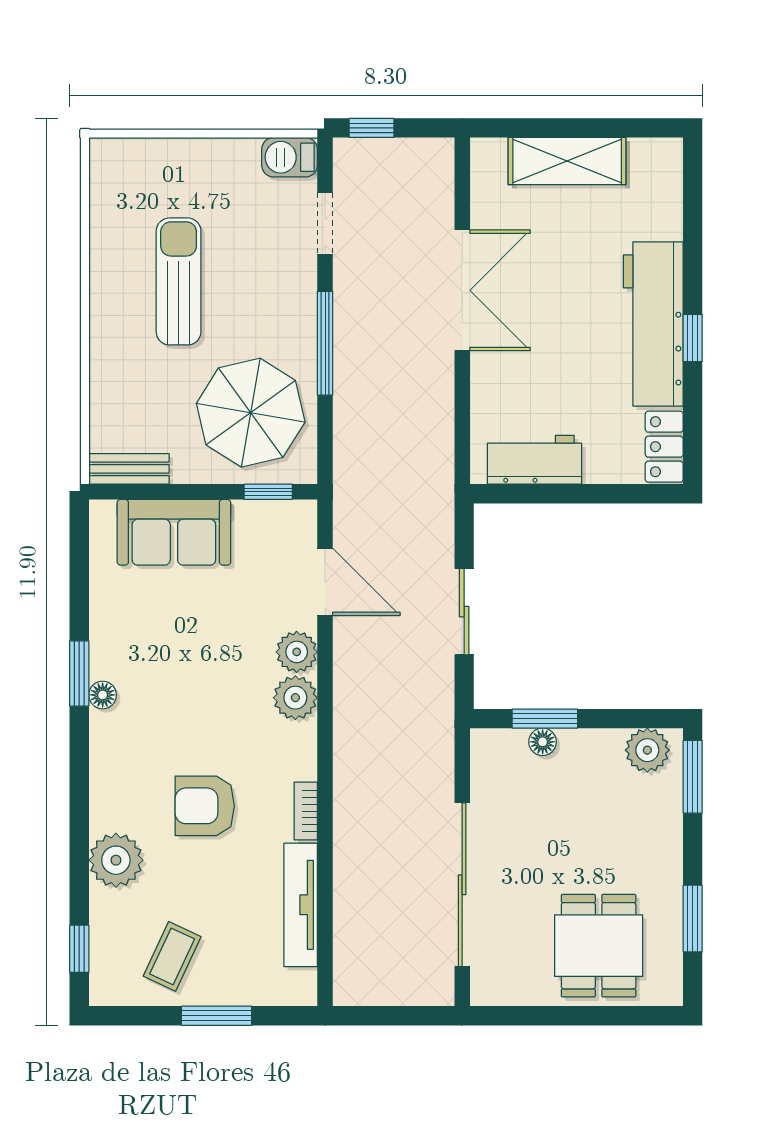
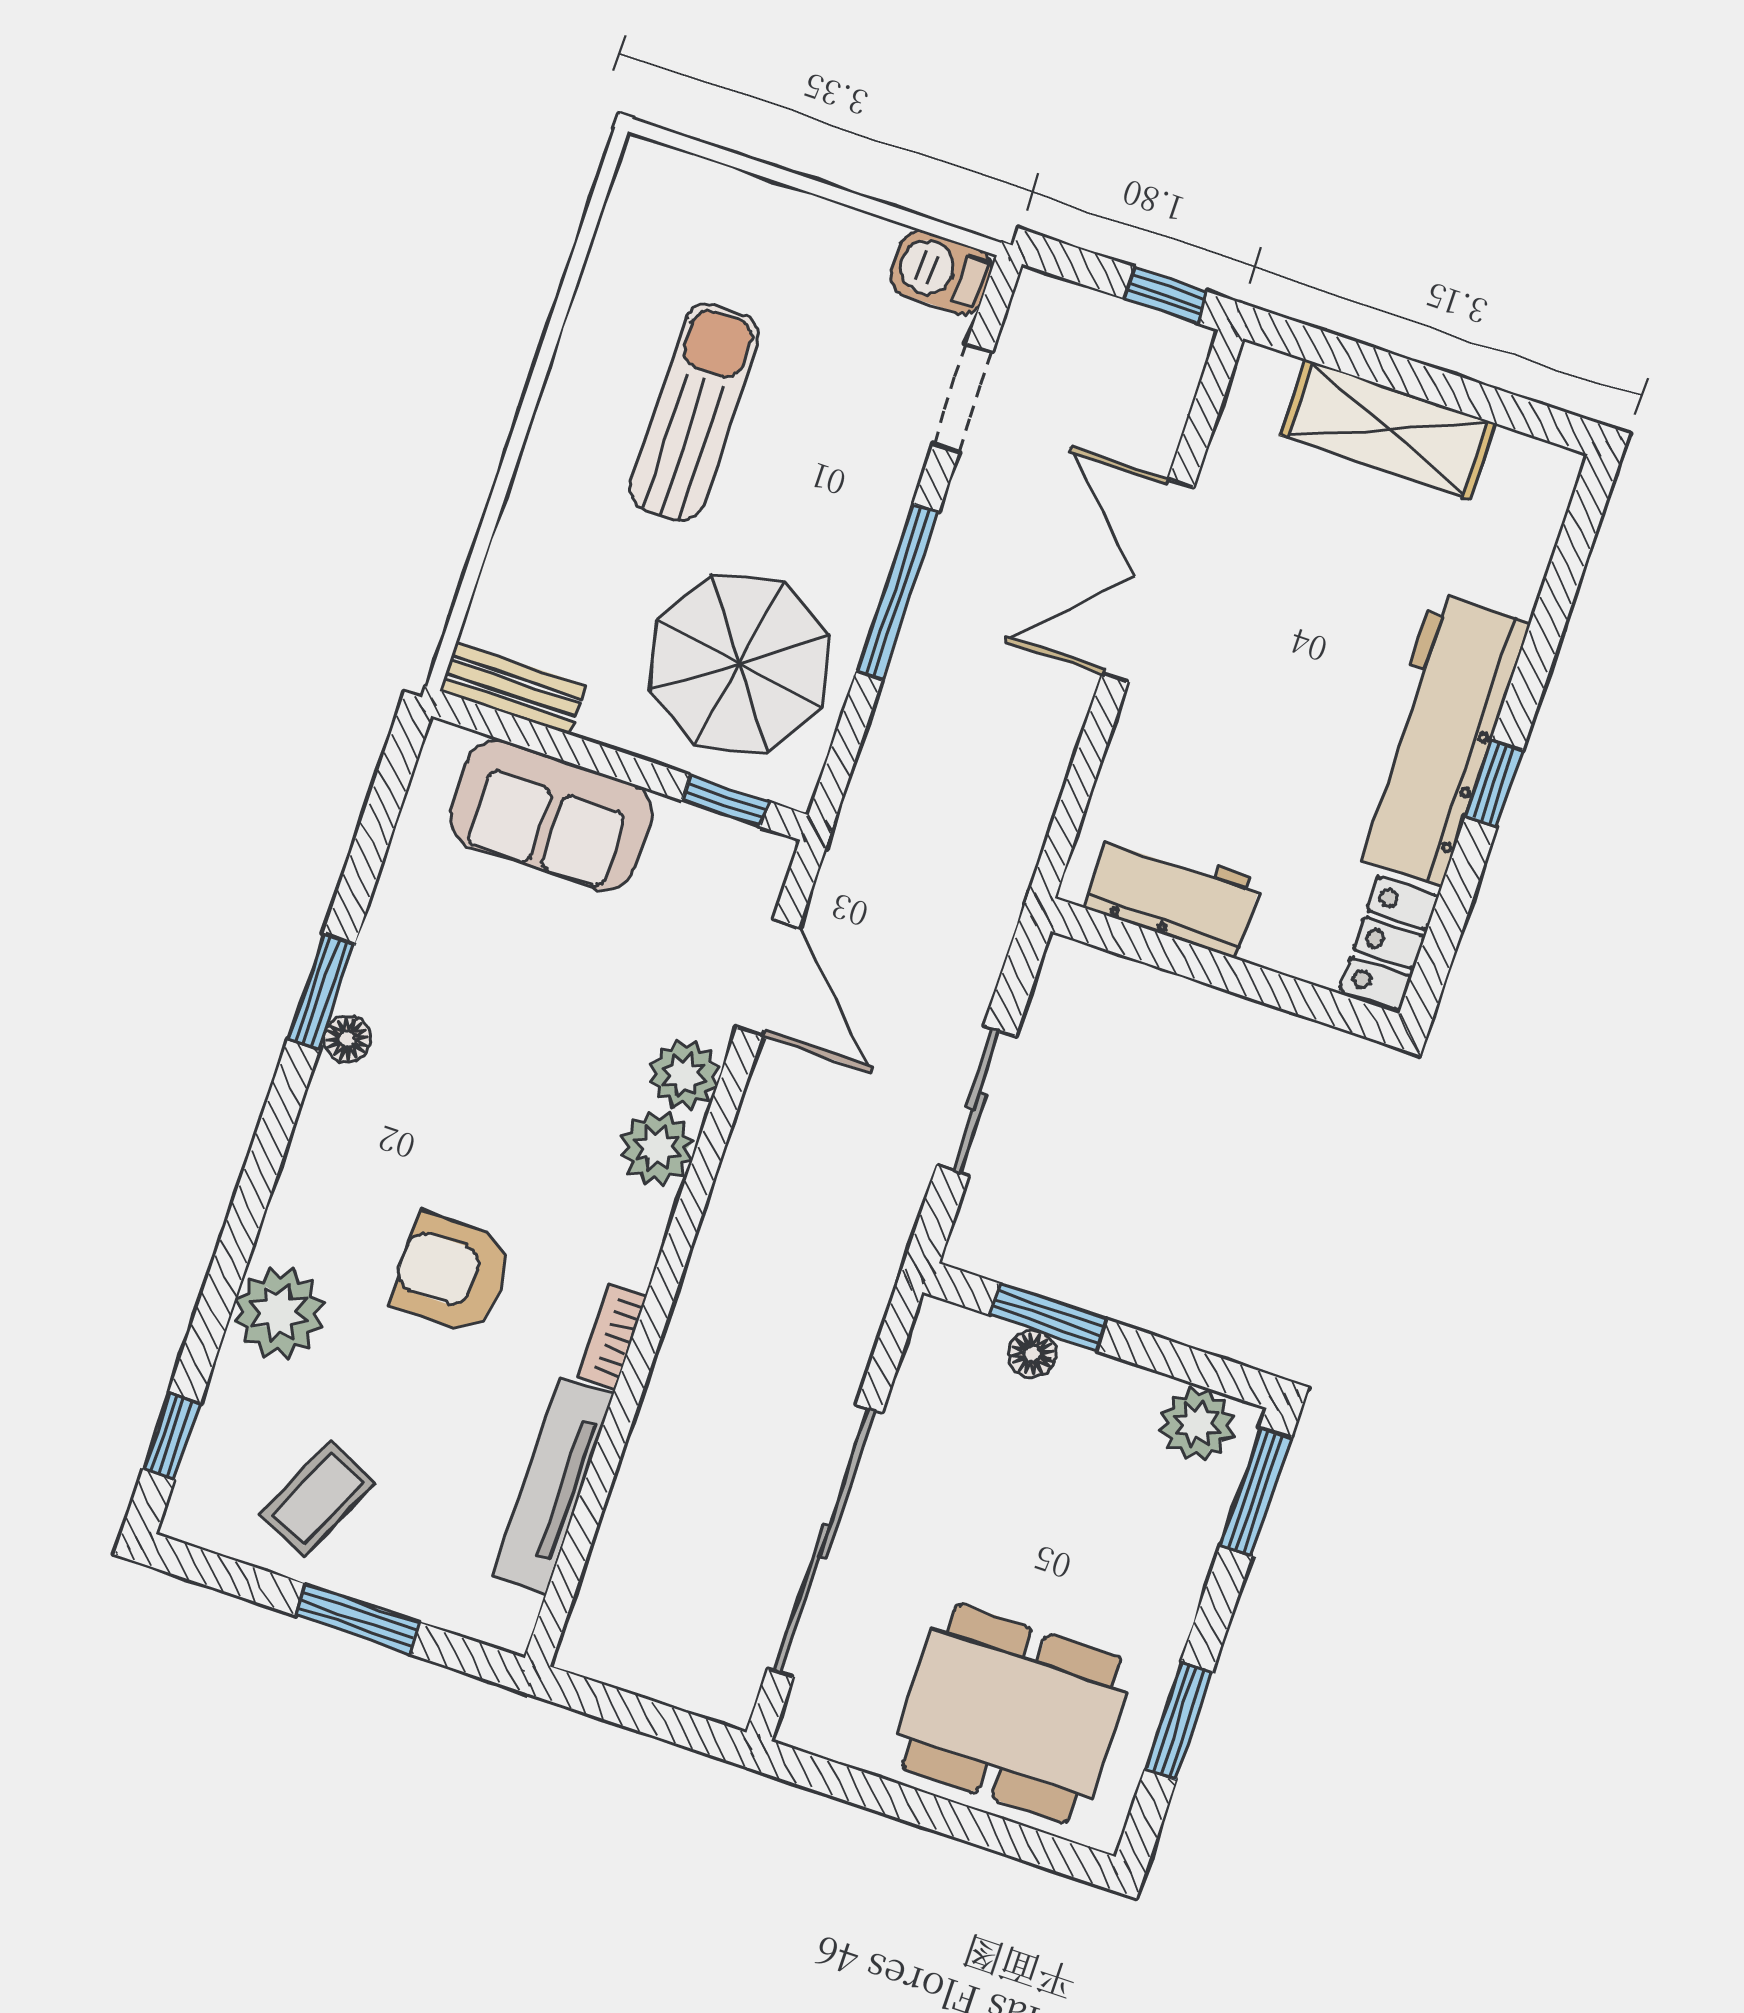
window: (371, 128) -> (1166, 295), moved
double door: (462, 290) -> (1148, 581), swing flipped
dining table: (599, 946) -> (1012, 1713), width x1.38

